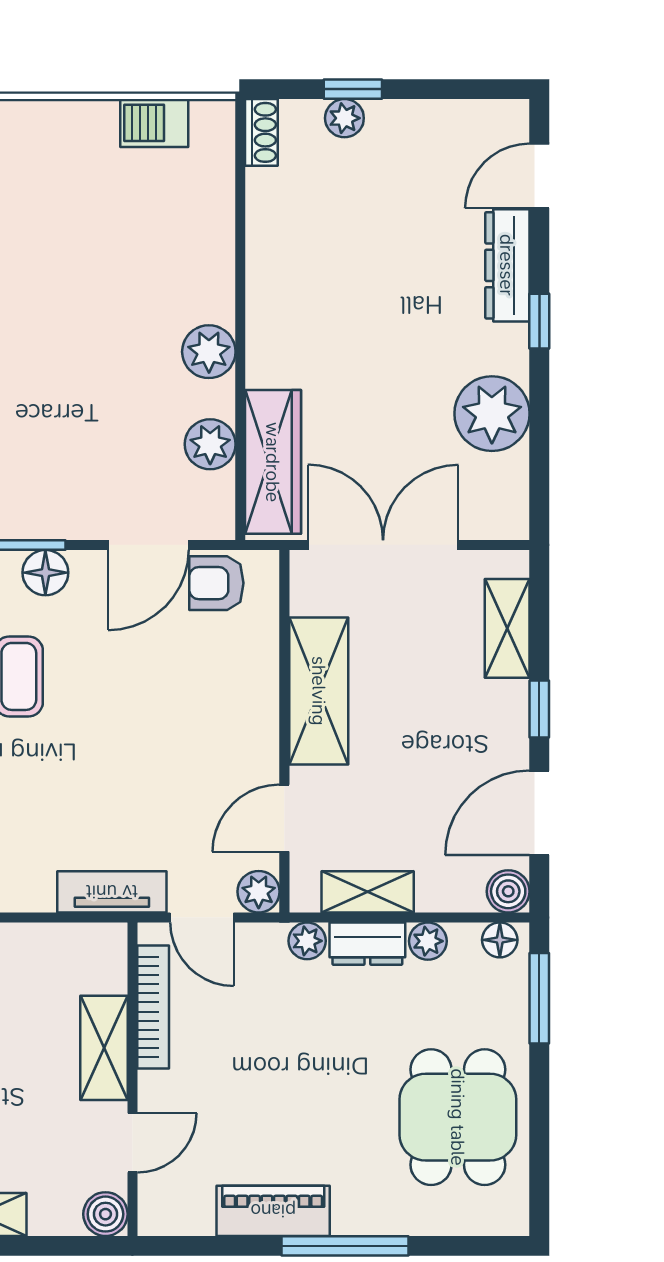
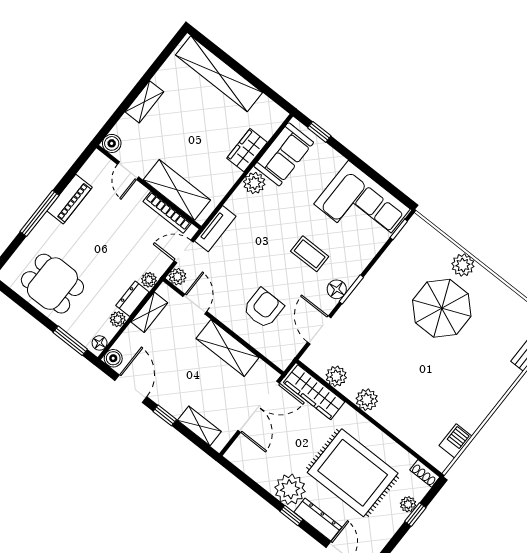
rug: (368, 270) -> (353, 473), added
plant: (492, 414) -> (290, 489), moved
armchair: (216, 583) -> (263, 308), moved, width x1.38, depth x1.38
shelving: (104, 1048) -> (177, 190), width x1.50, depth x1.33

